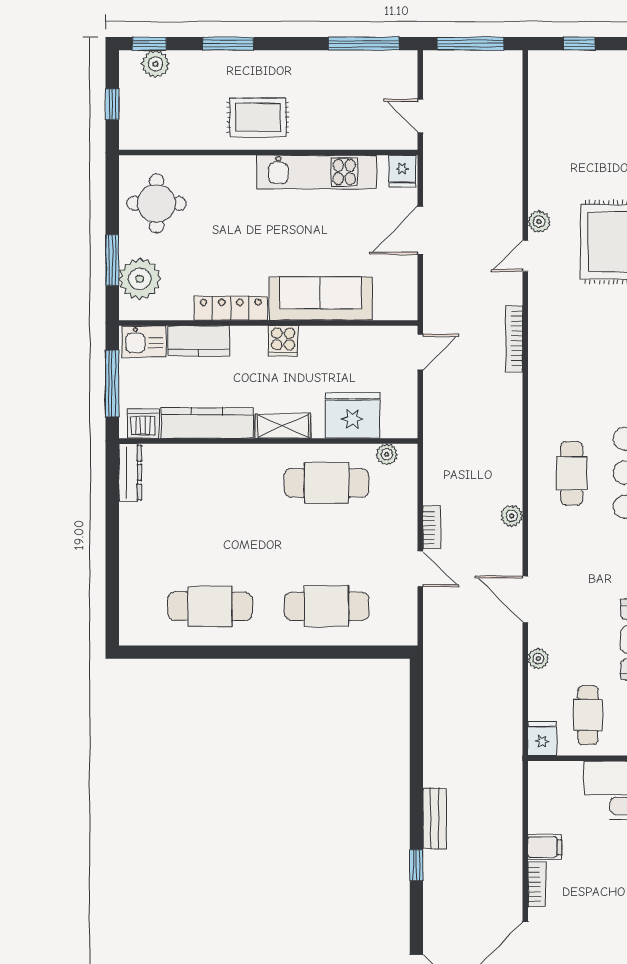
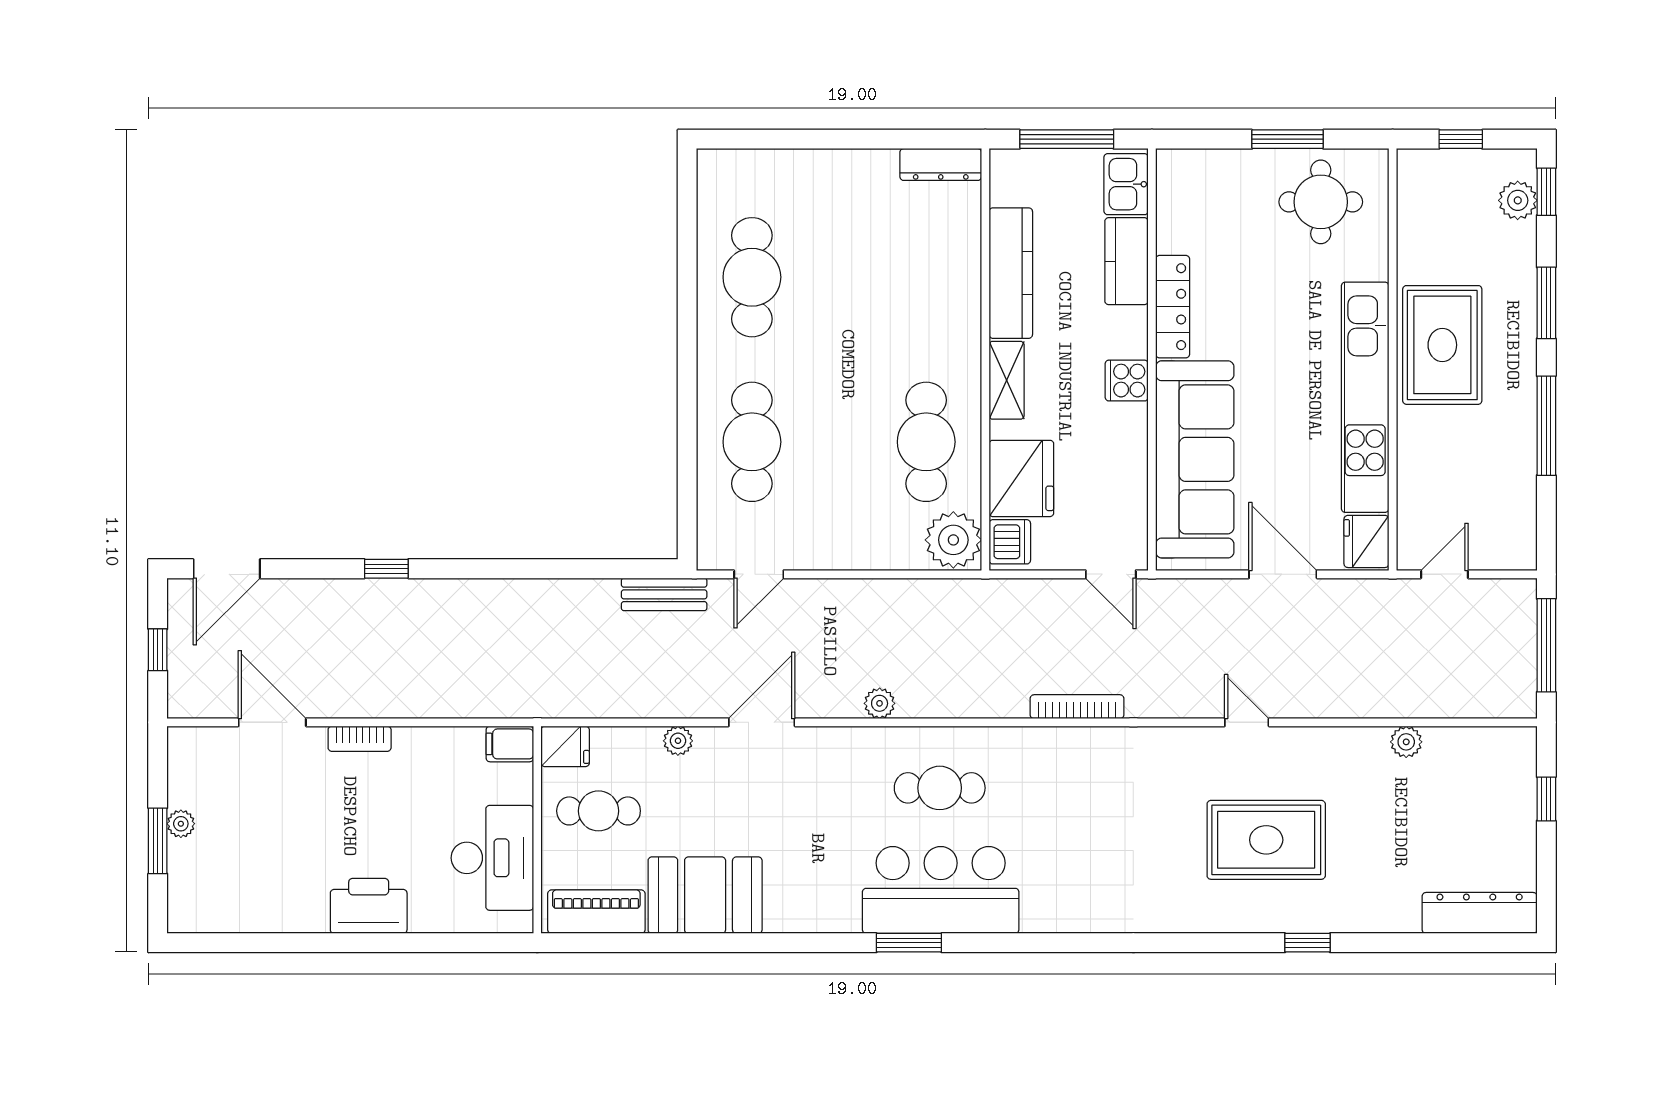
window: (364, 44) -> (1546, 426), moved
rug: (258, 117) -> (1442, 345), width x1.36, depth x1.43
fridge: (402, 171) -> (1366, 541), width x1.38
kitchen unit: (317, 172) -> (1365, 397), width x1.36
plant: (539, 222) -> (1406, 742), moved
window: (112, 260) -> (1288, 139), moved
plant: (140, 279) -> (1214, 178), removed
sofa: (321, 299) -> (1195, 459), width x1.36, depth x1.27
bookcase: (514, 339) -> (1077, 707), moved
dishwasher: (143, 424) -> (1010, 542), moved
plant: (387, 454) -> (953, 540), width x1.87, depth x1.87
bookcase: (432, 528) -> (863, 590), removed
door: (420, 569) -> (759, 574), moved
bench: (435, 818) -> (664, 594), moved
filing cabinet: (545, 847) -> (510, 744), moved, turned 90

